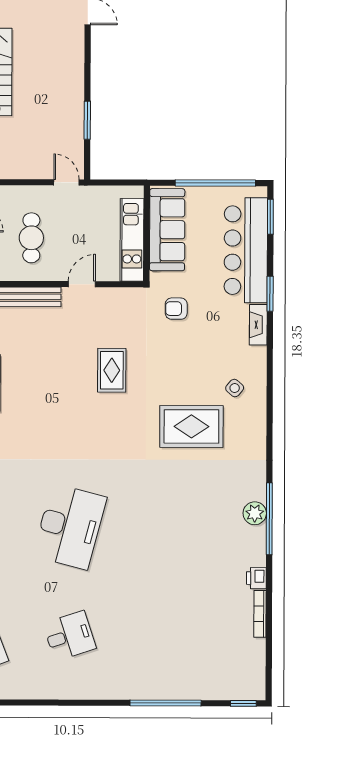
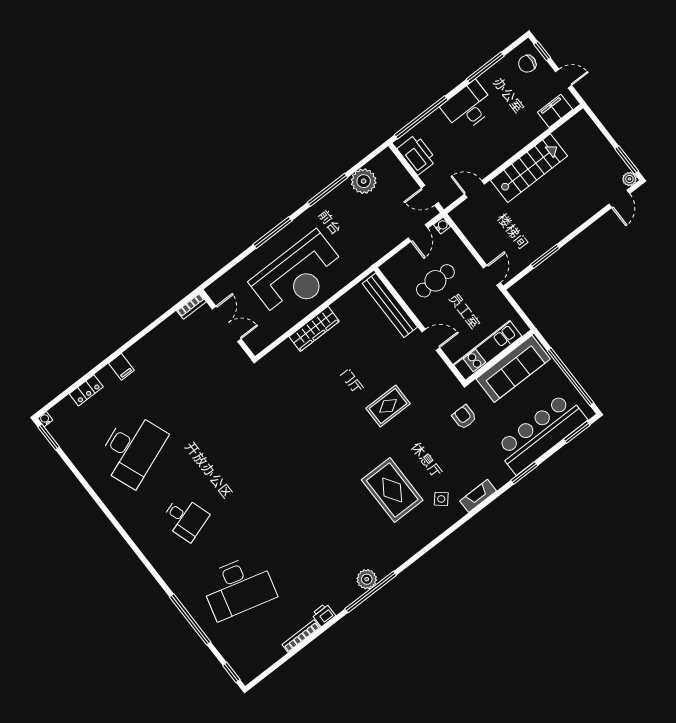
fireplace: (258, 325) -> (478, 496), moved
desk: (70, 527) -> (238, 587), moved

